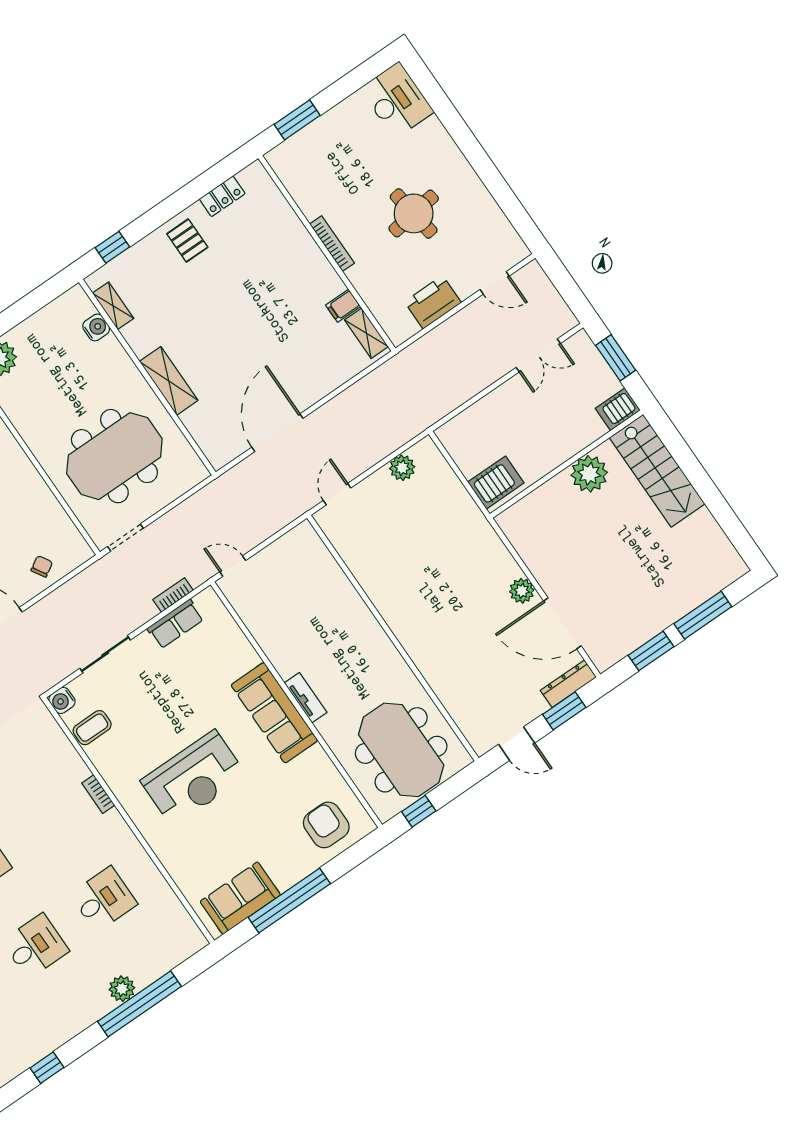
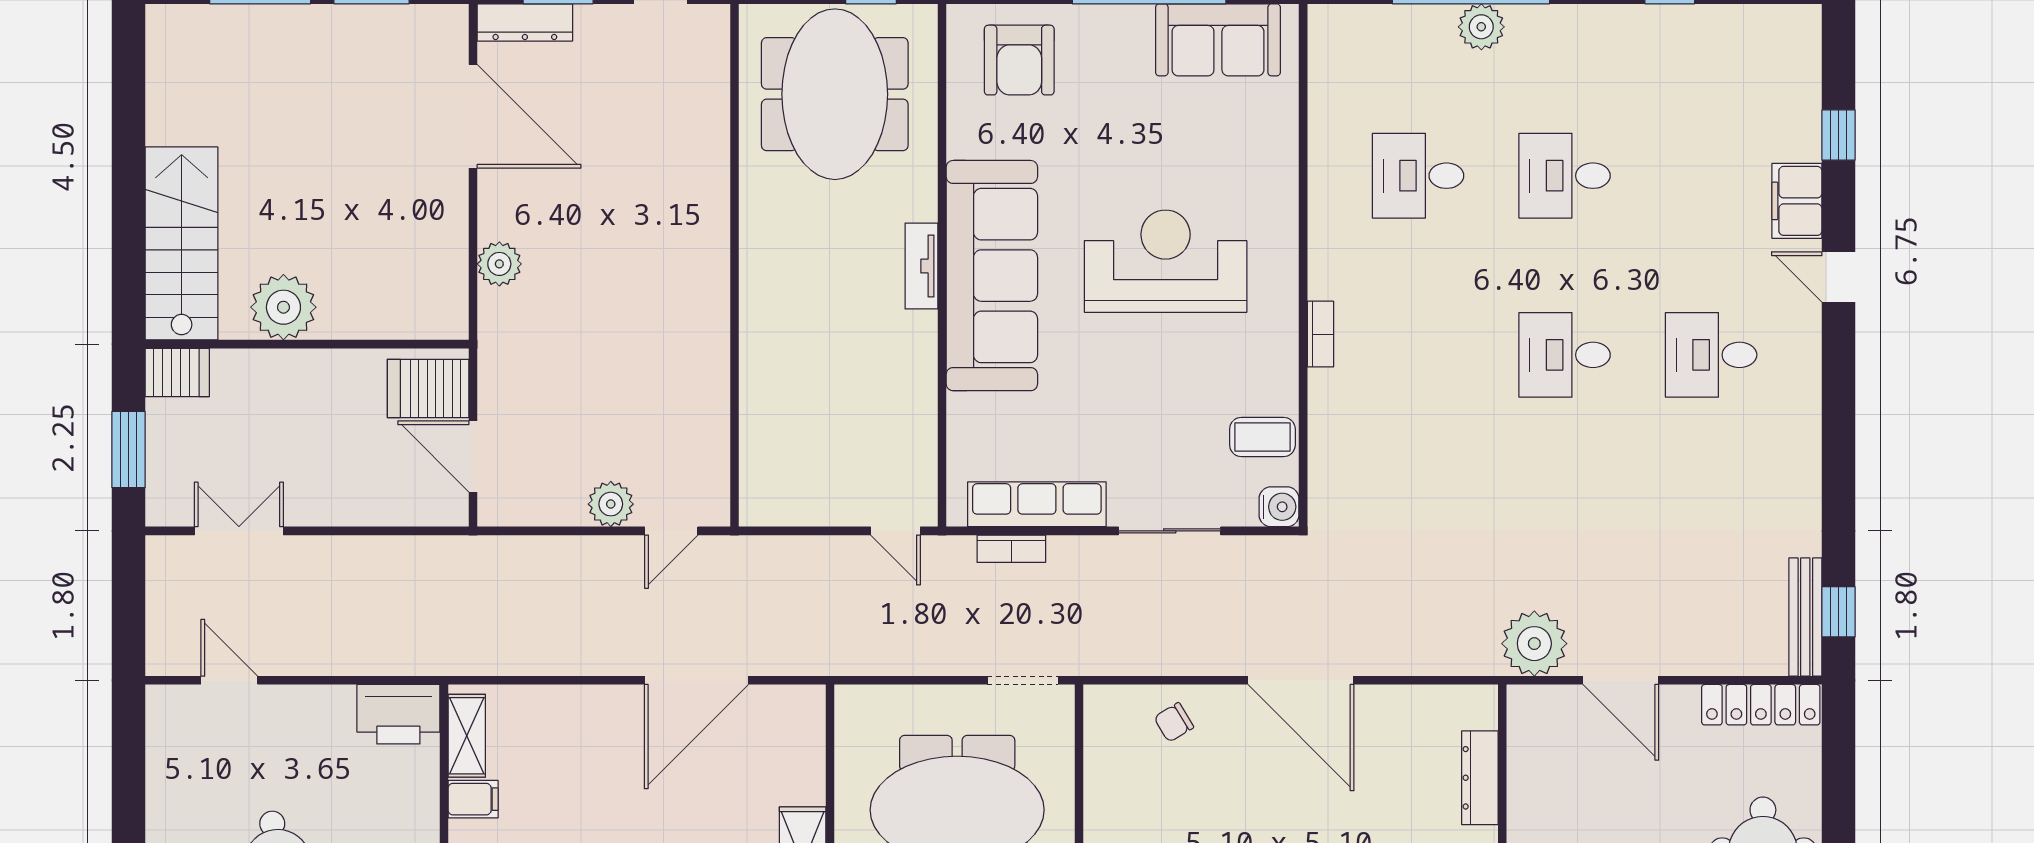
printer: (433, 302) -> (398, 714), moved
door: (453, 465) -> (473, 457), added
plant: (402, 468) -> (611, 504), moved
plant: (522, 591) -> (499, 264), moved
row of seats: (175, 624) -> (1037, 504), width x1.48
sofa: (274, 713) -> (992, 276), width x1.36, depth x1.27

